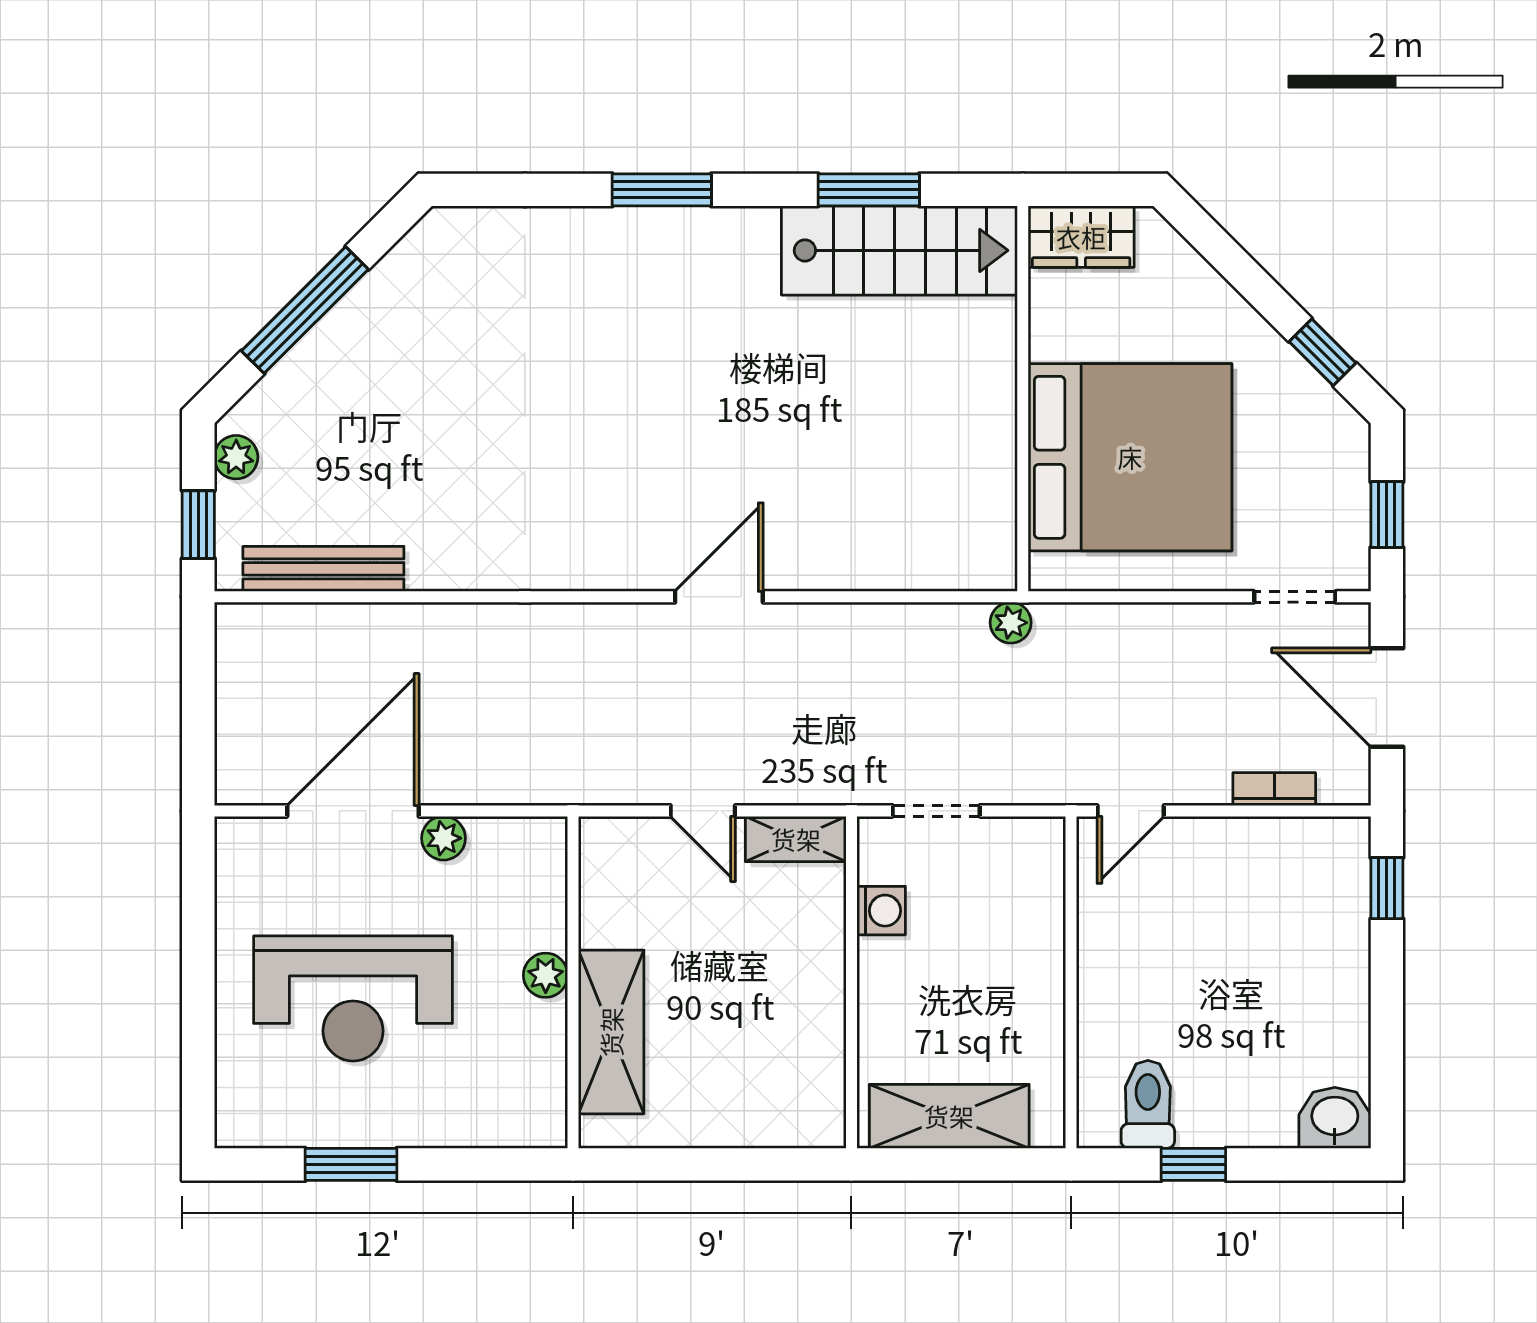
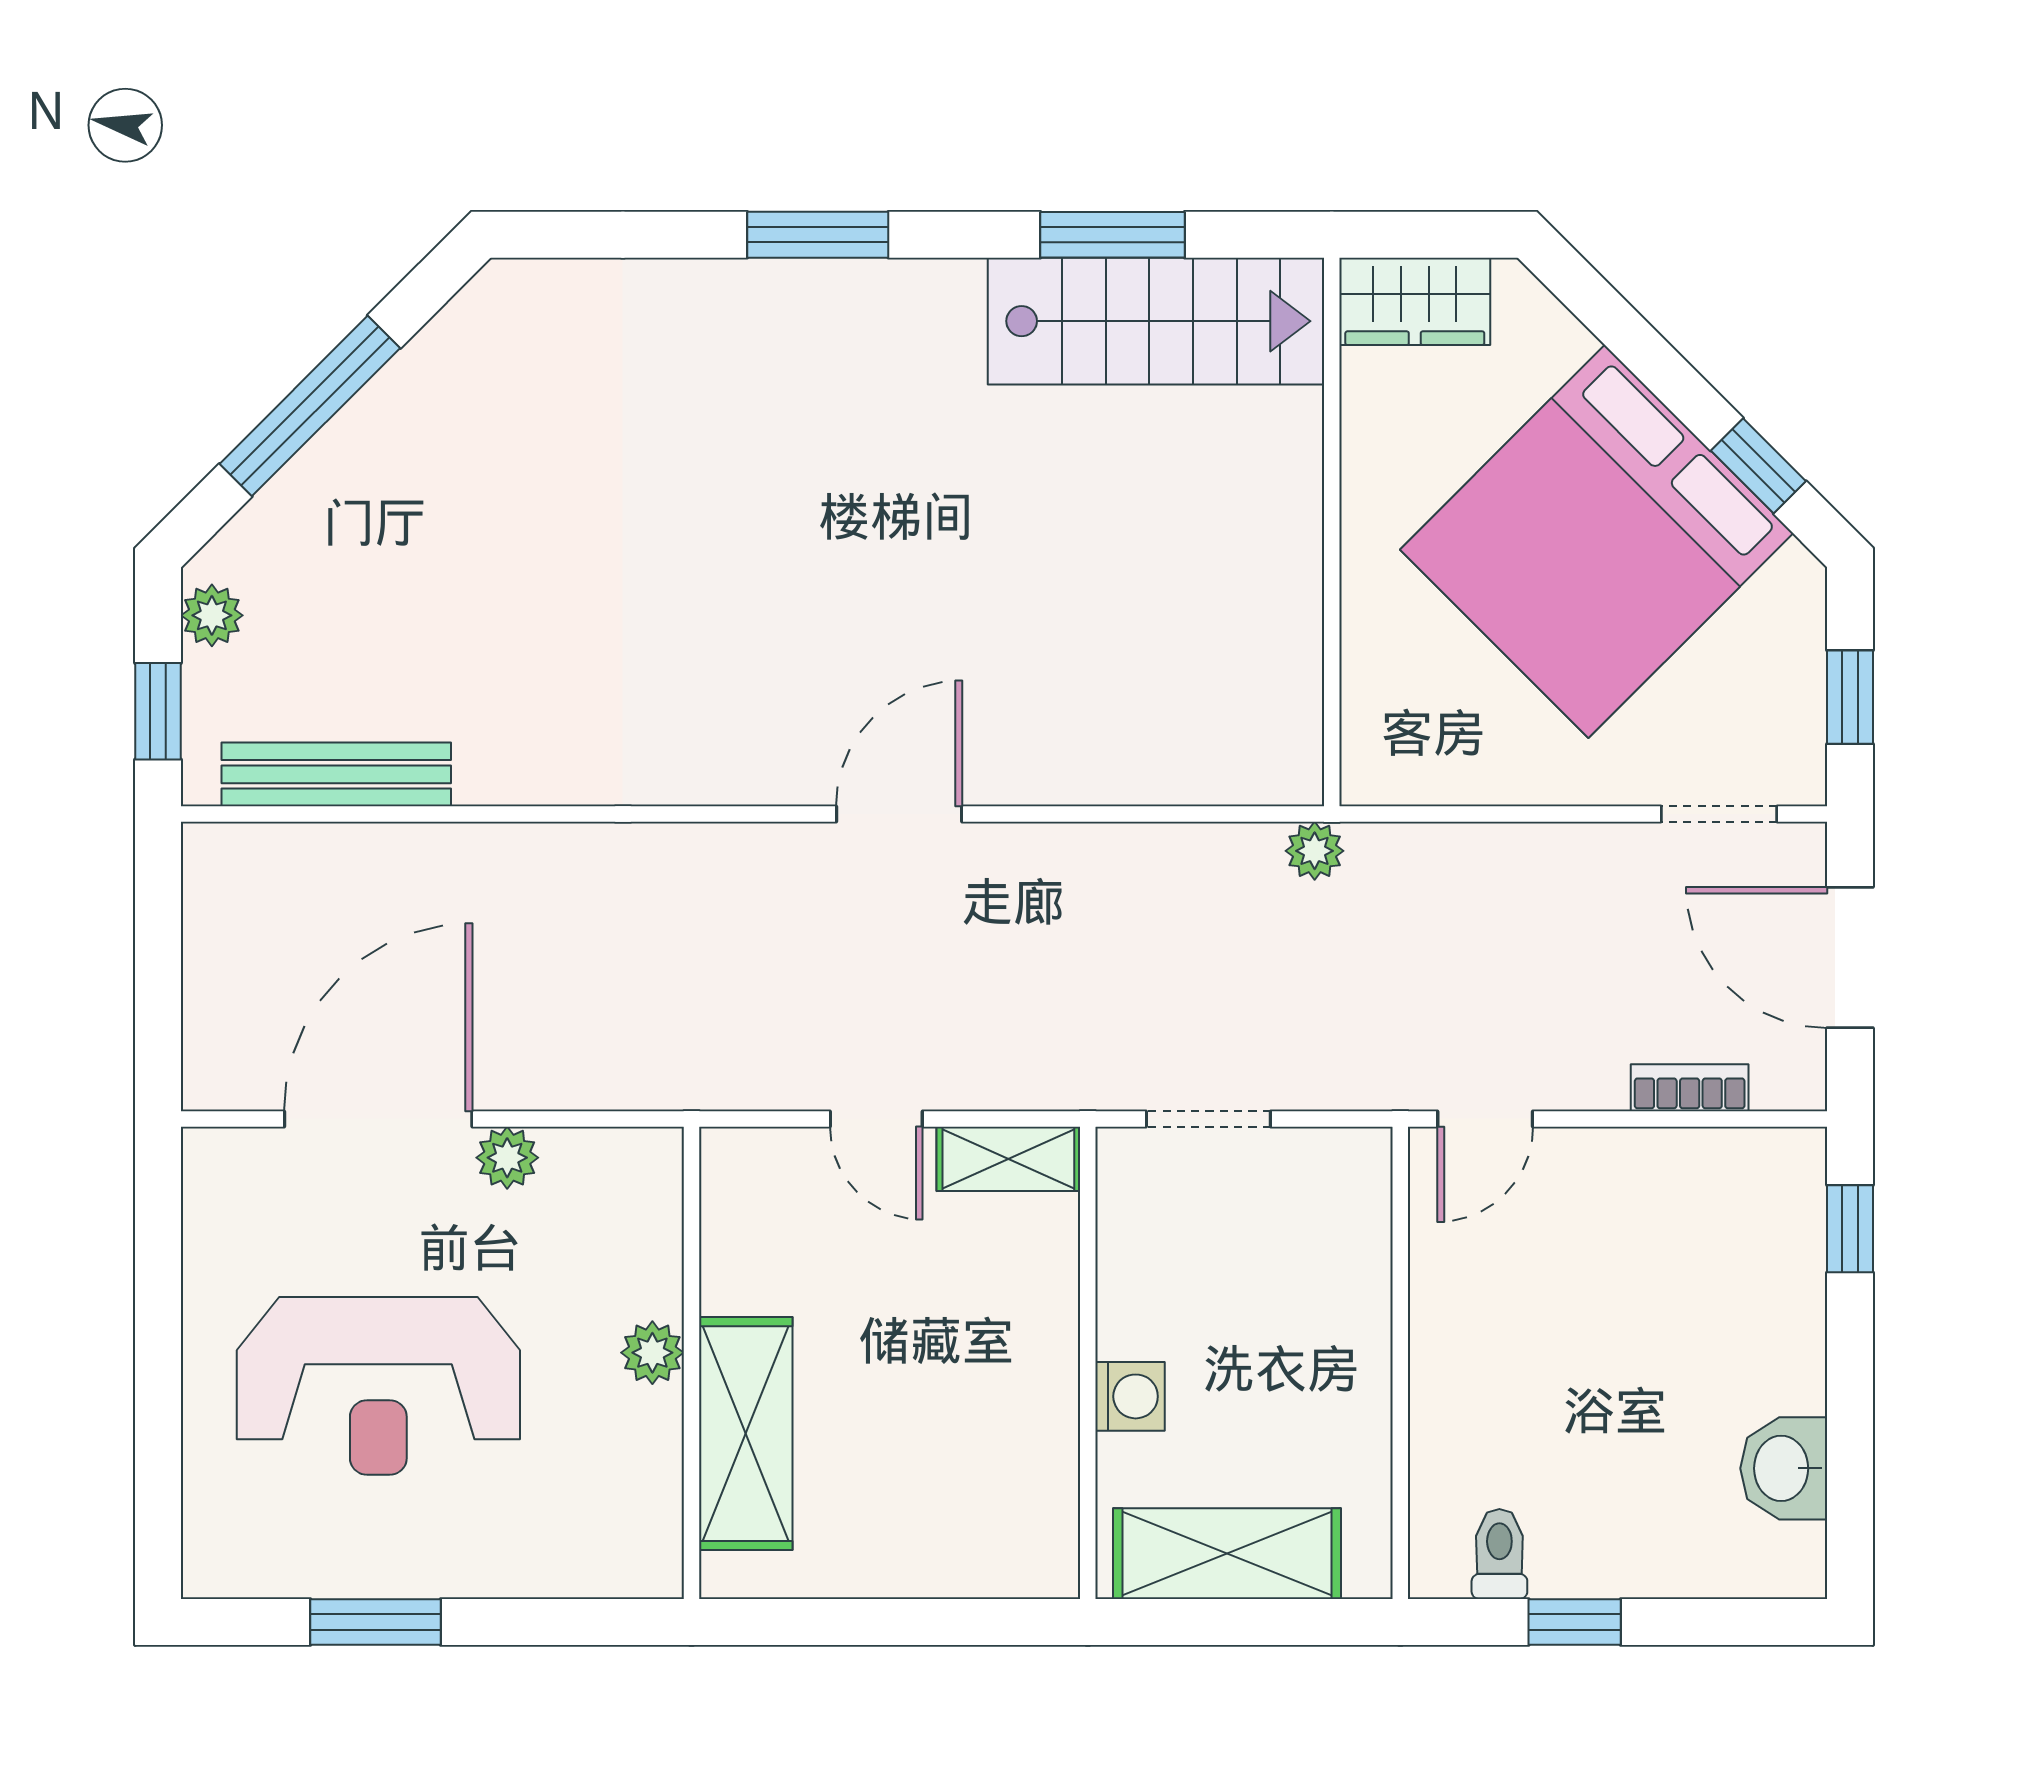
bed: (1130, 457) -> (1597, 541), moved, turned 135
washing machine: (881, 911) -> (1130, 1396), moved
toilet: (1148, 1104) -> (1499, 1554), width x0.73, depth x0.72
washbasin: (1335, 1118) -> (1784, 1468), moved, turned -90

